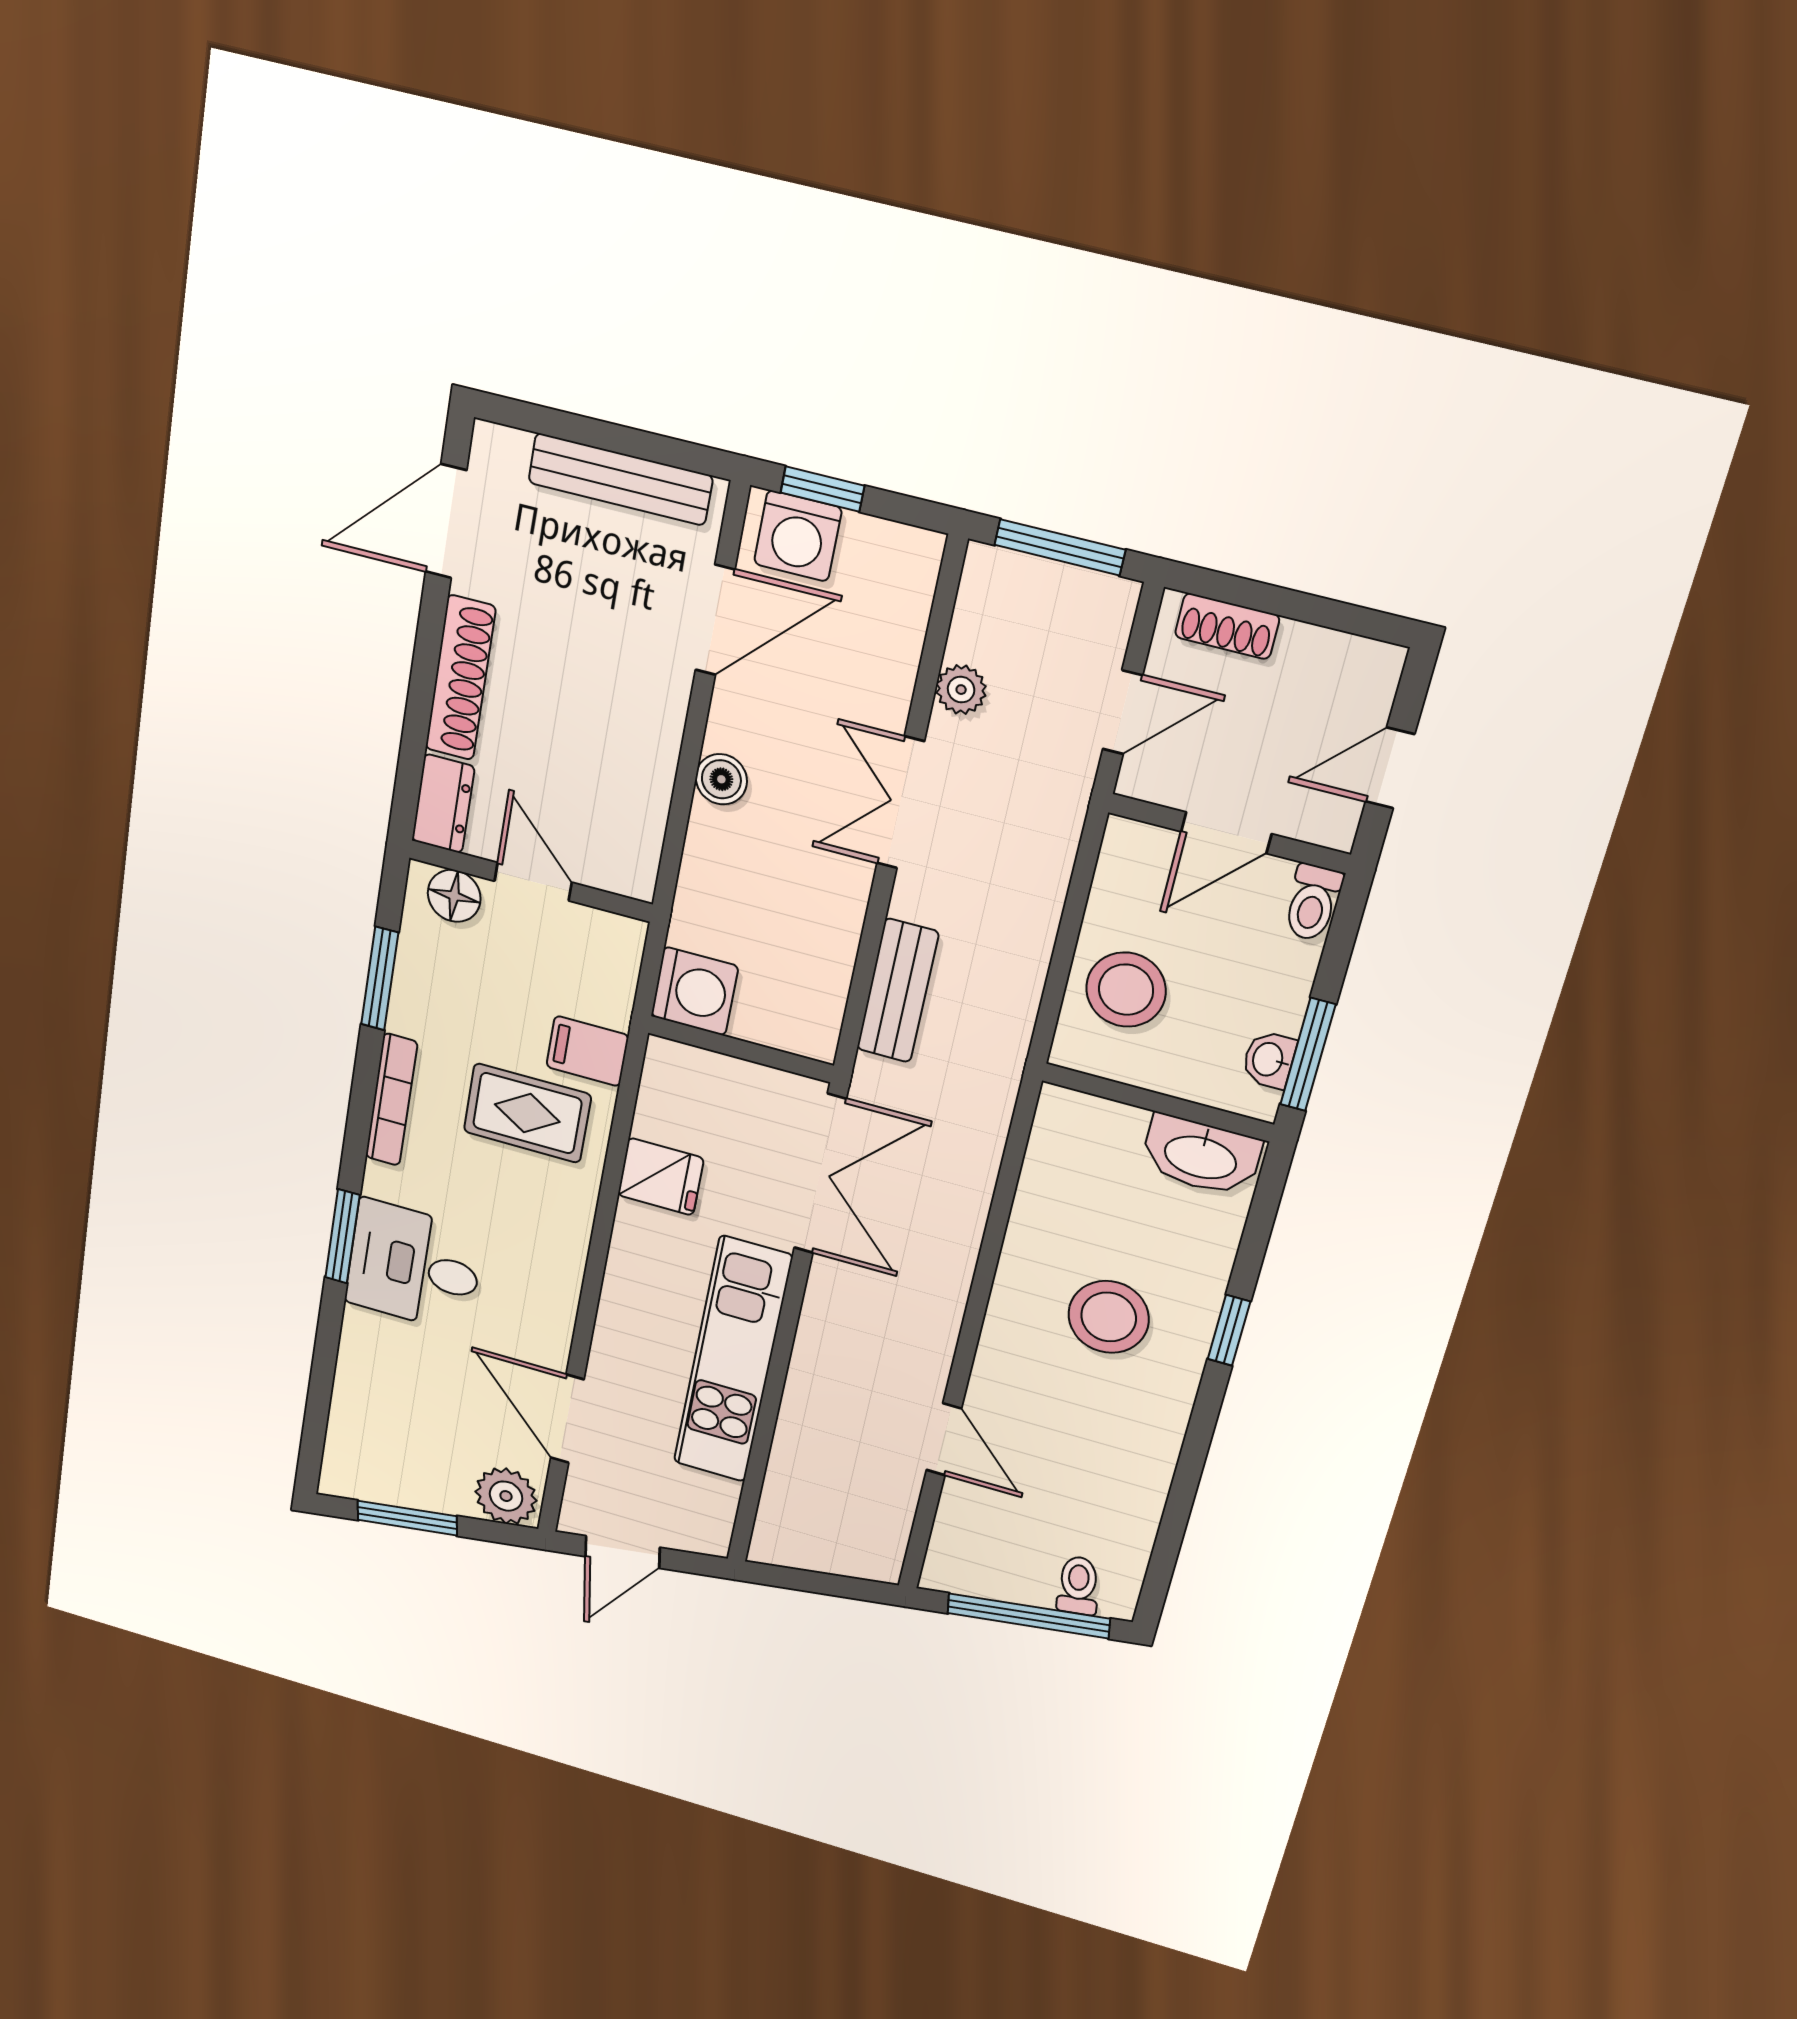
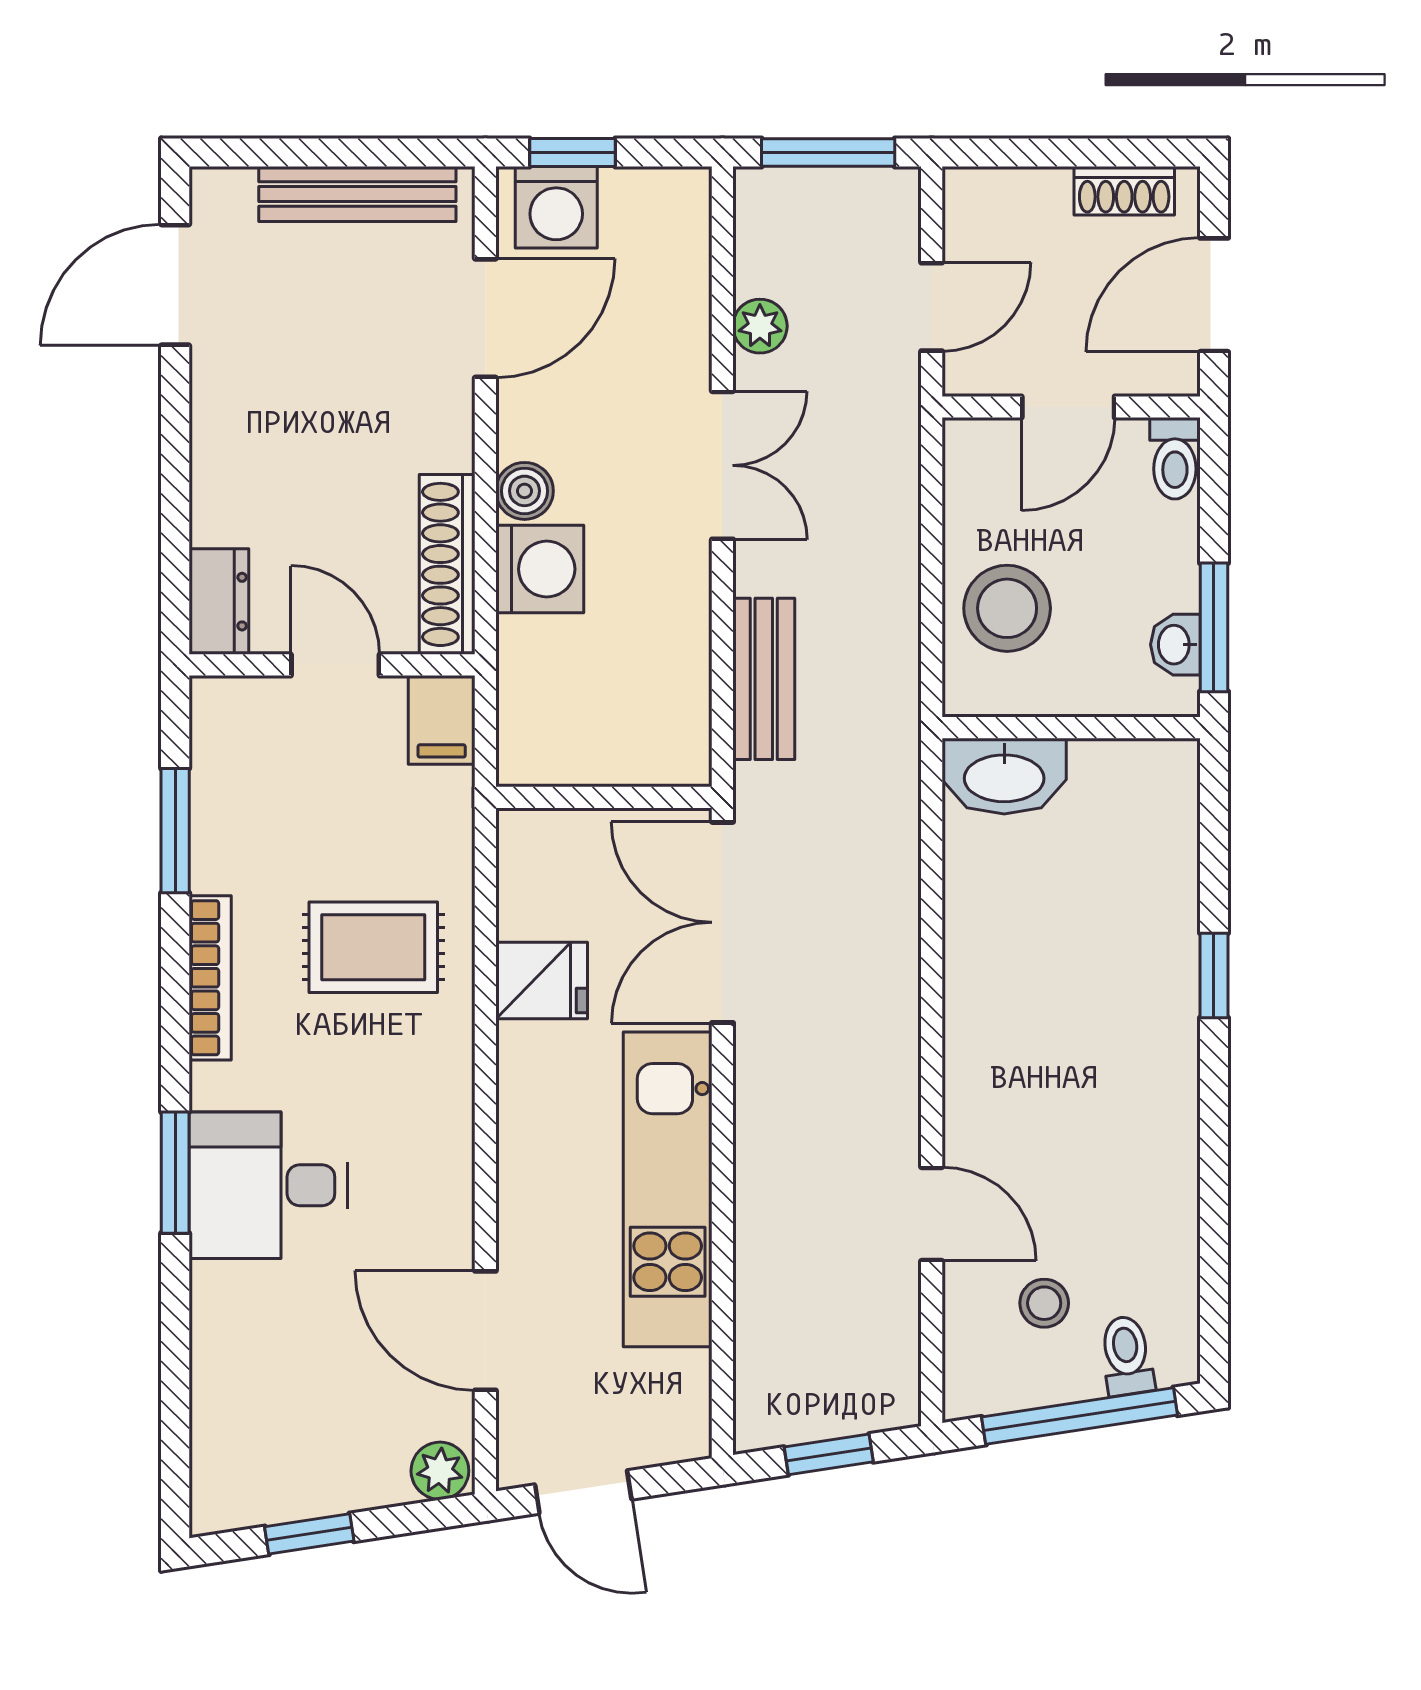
shoe rack: (1227, 626) -> (1124, 191), moved
shoe rack: (460, 678) -> (447, 564), moved, turned 180
door: (1390, 768) -> (1214, 295), width x1.38
double door: (901, 803) -> (722, 465), swing flipped
floor lamp: (454, 896) -> (248, 707), removed
washing machine: (695, 991) -> (540, 569), moved
filing cabinet: (587, 1051) -> (442, 720), moved, turned -90
washbasin: (1201, 1156) -> (1004, 776), moved
double door: (820, 1174) -> (722, 922), swing flipped
stool: (1109, 1317) -> (1044, 1303), moved, width x0.53, depth x0.53
plant: (506, 1496) -> (440, 1471), width x0.73, depth x0.73
window: (407, 1518) -> (309, 1534), width x0.67
door: (623, 1552) -> (583, 1492), hinge flipped
window: (821, 1583) -> (829, 1454), added

